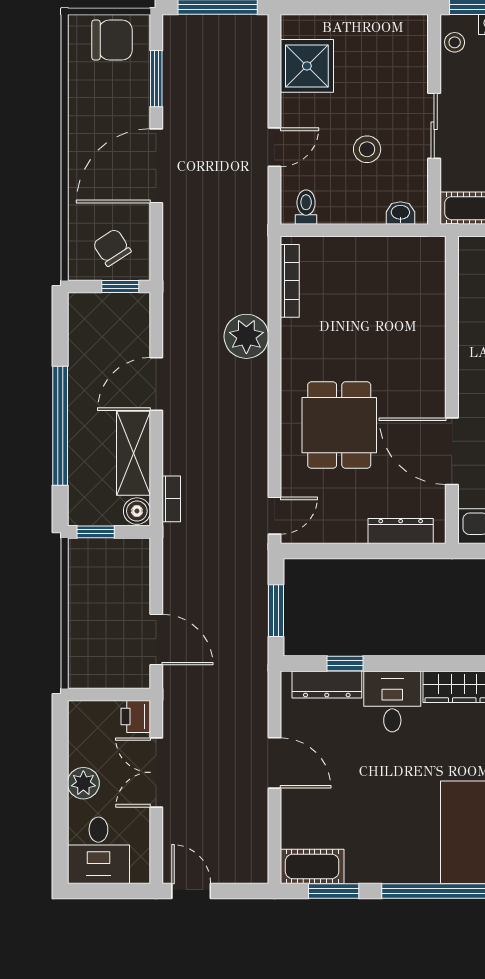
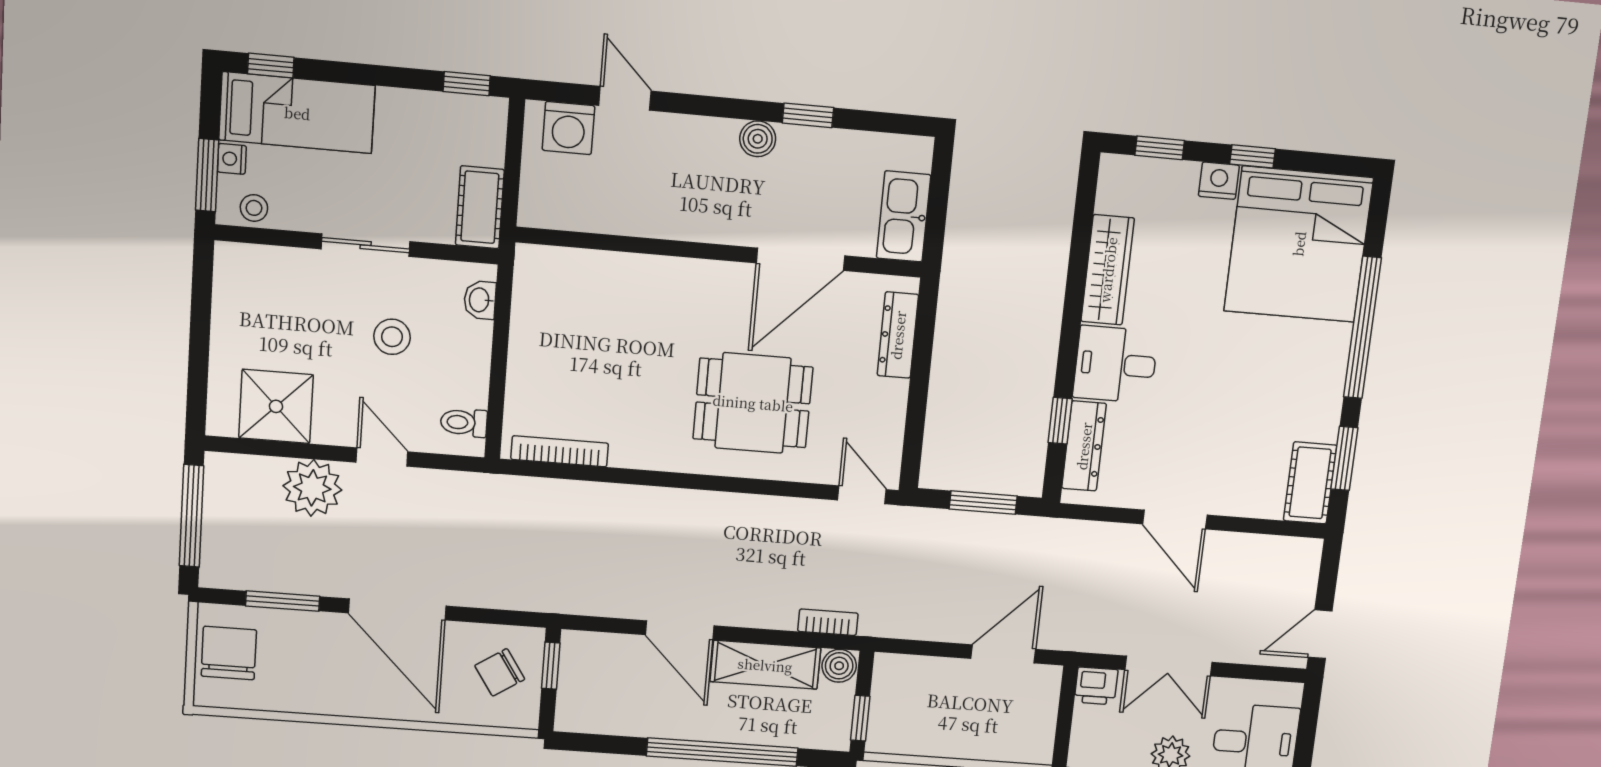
plant: (246, 336) -> (312, 488), moved
door: (274, 763) -> (1175, 519), swing flipped

